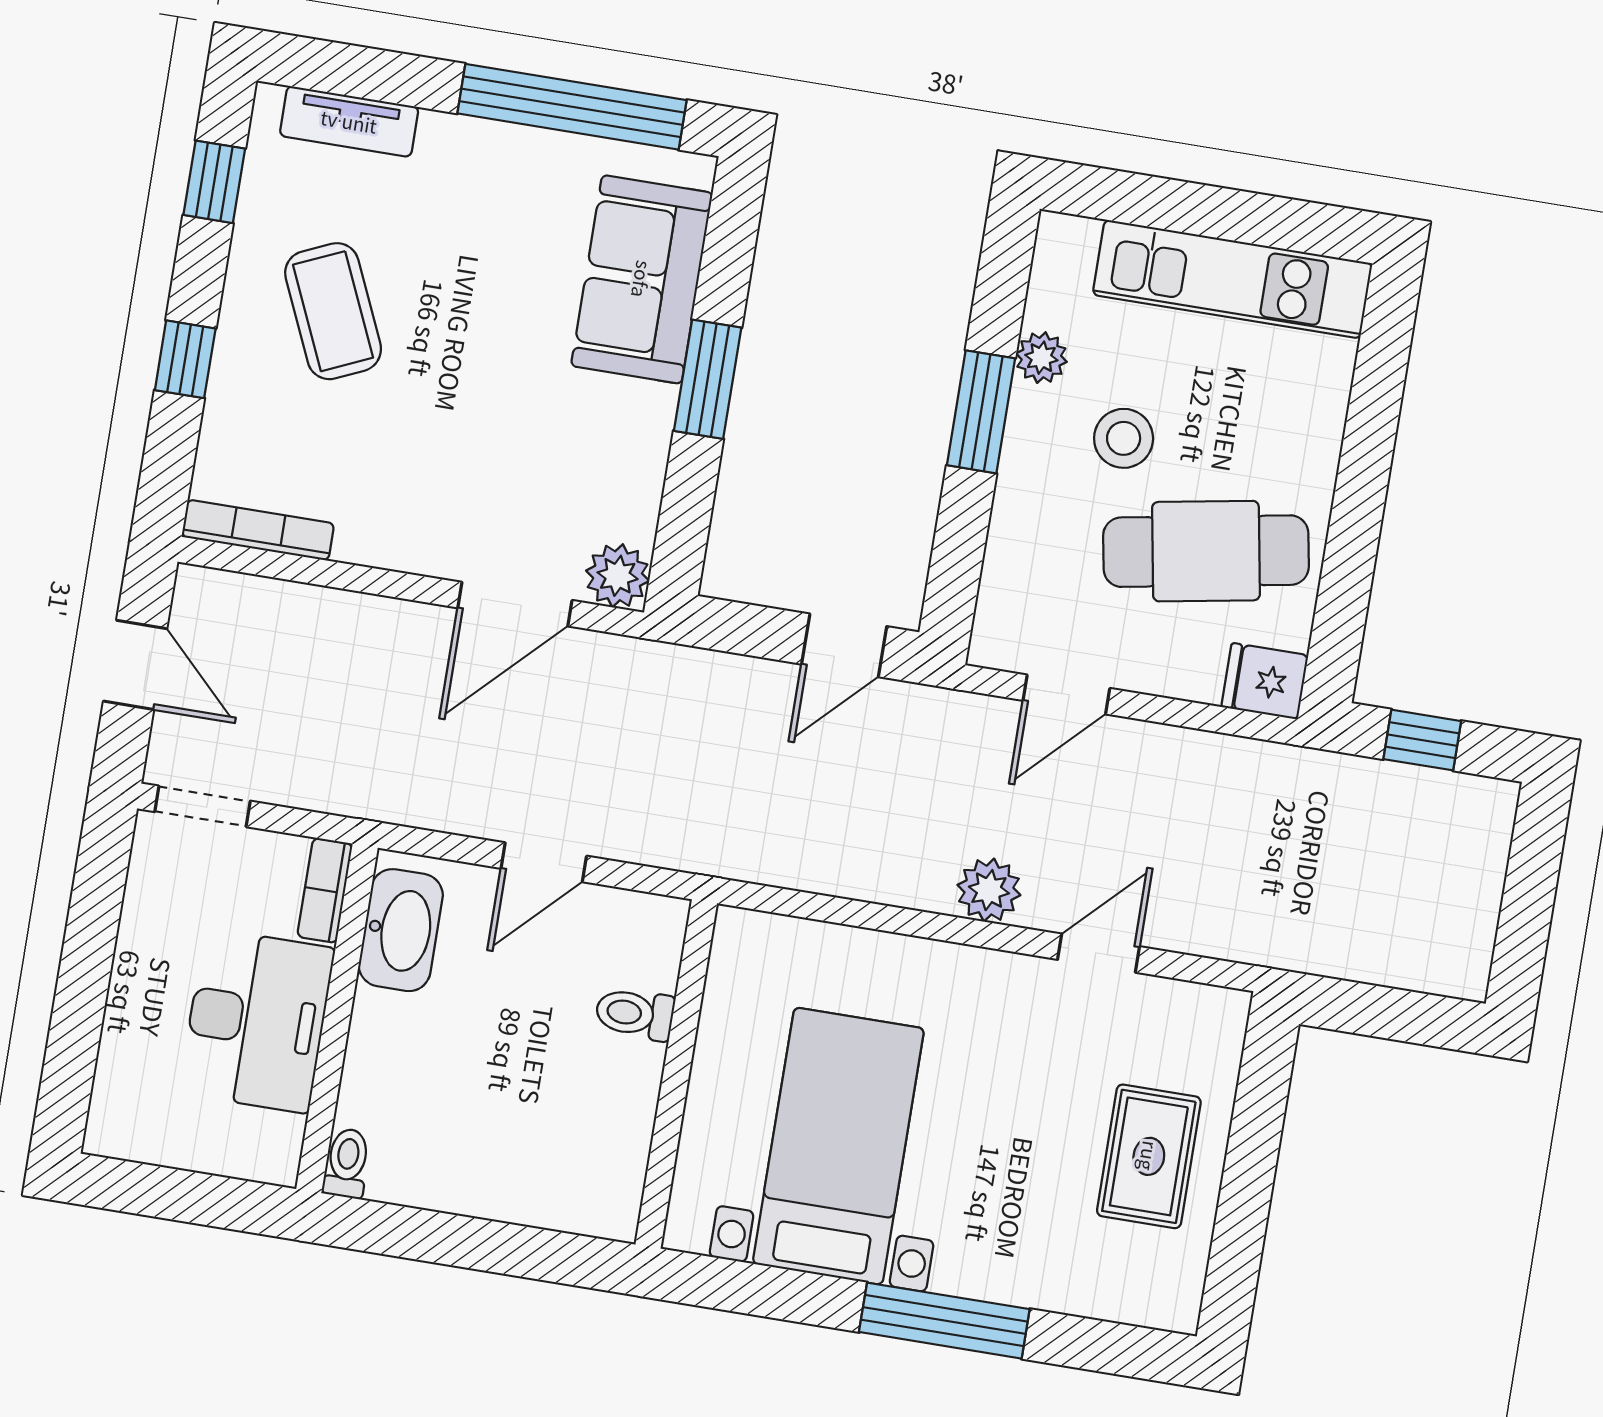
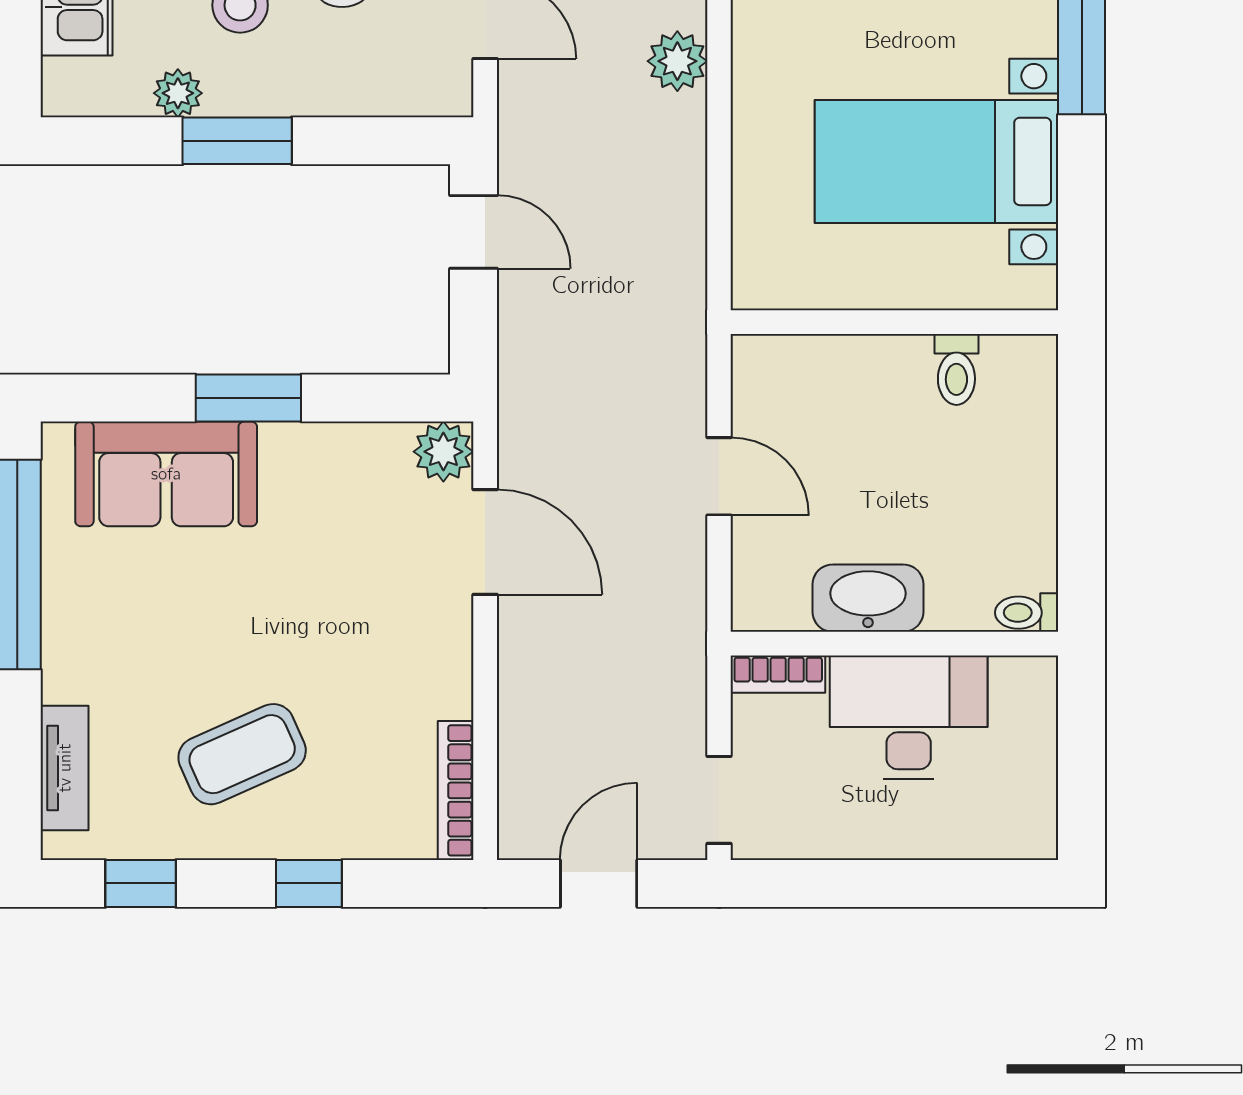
washbasin: (401, 930) -> (868, 598), moved
toilet: (635, 1014) -> (956, 369), moved

